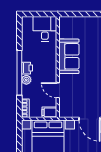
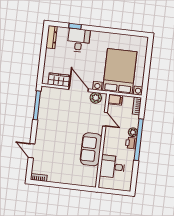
desk: (45, 29) -> (112, 167), moved, turned 90
plant: (70, 112) -> (96, 98), added

